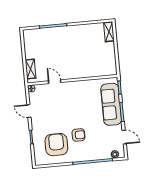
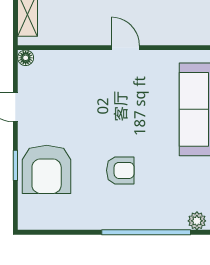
door: (55, 82) -> (125, 48), moved
armchair: (56, 145) -> (47, 169), moved, turned 180

